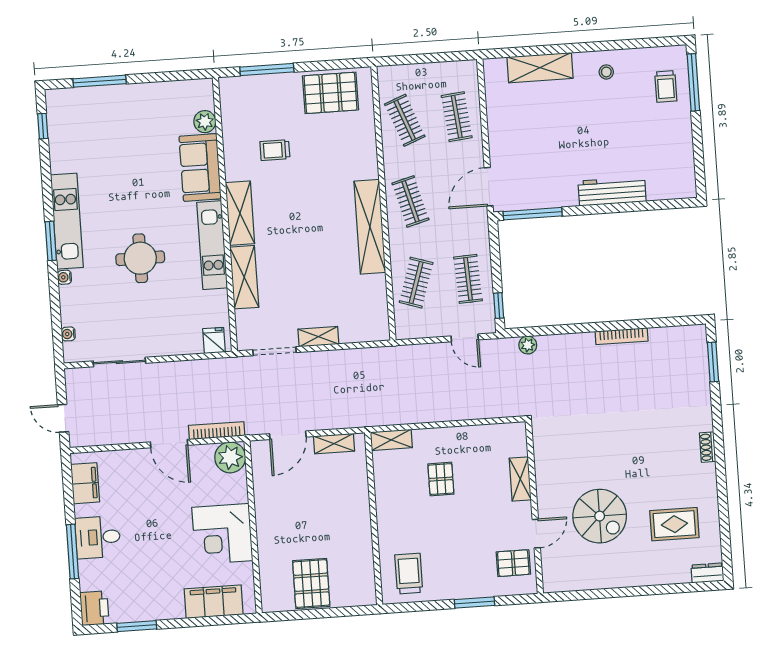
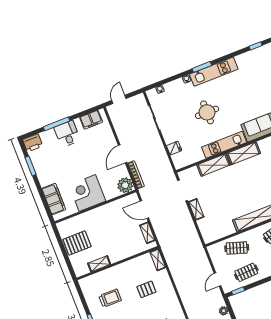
fridge: (214, 340) -> (174, 148), moved
shelving: (364, 554) -> (99, 264), added
trolley: (409, 574) -> (110, 298), moved

